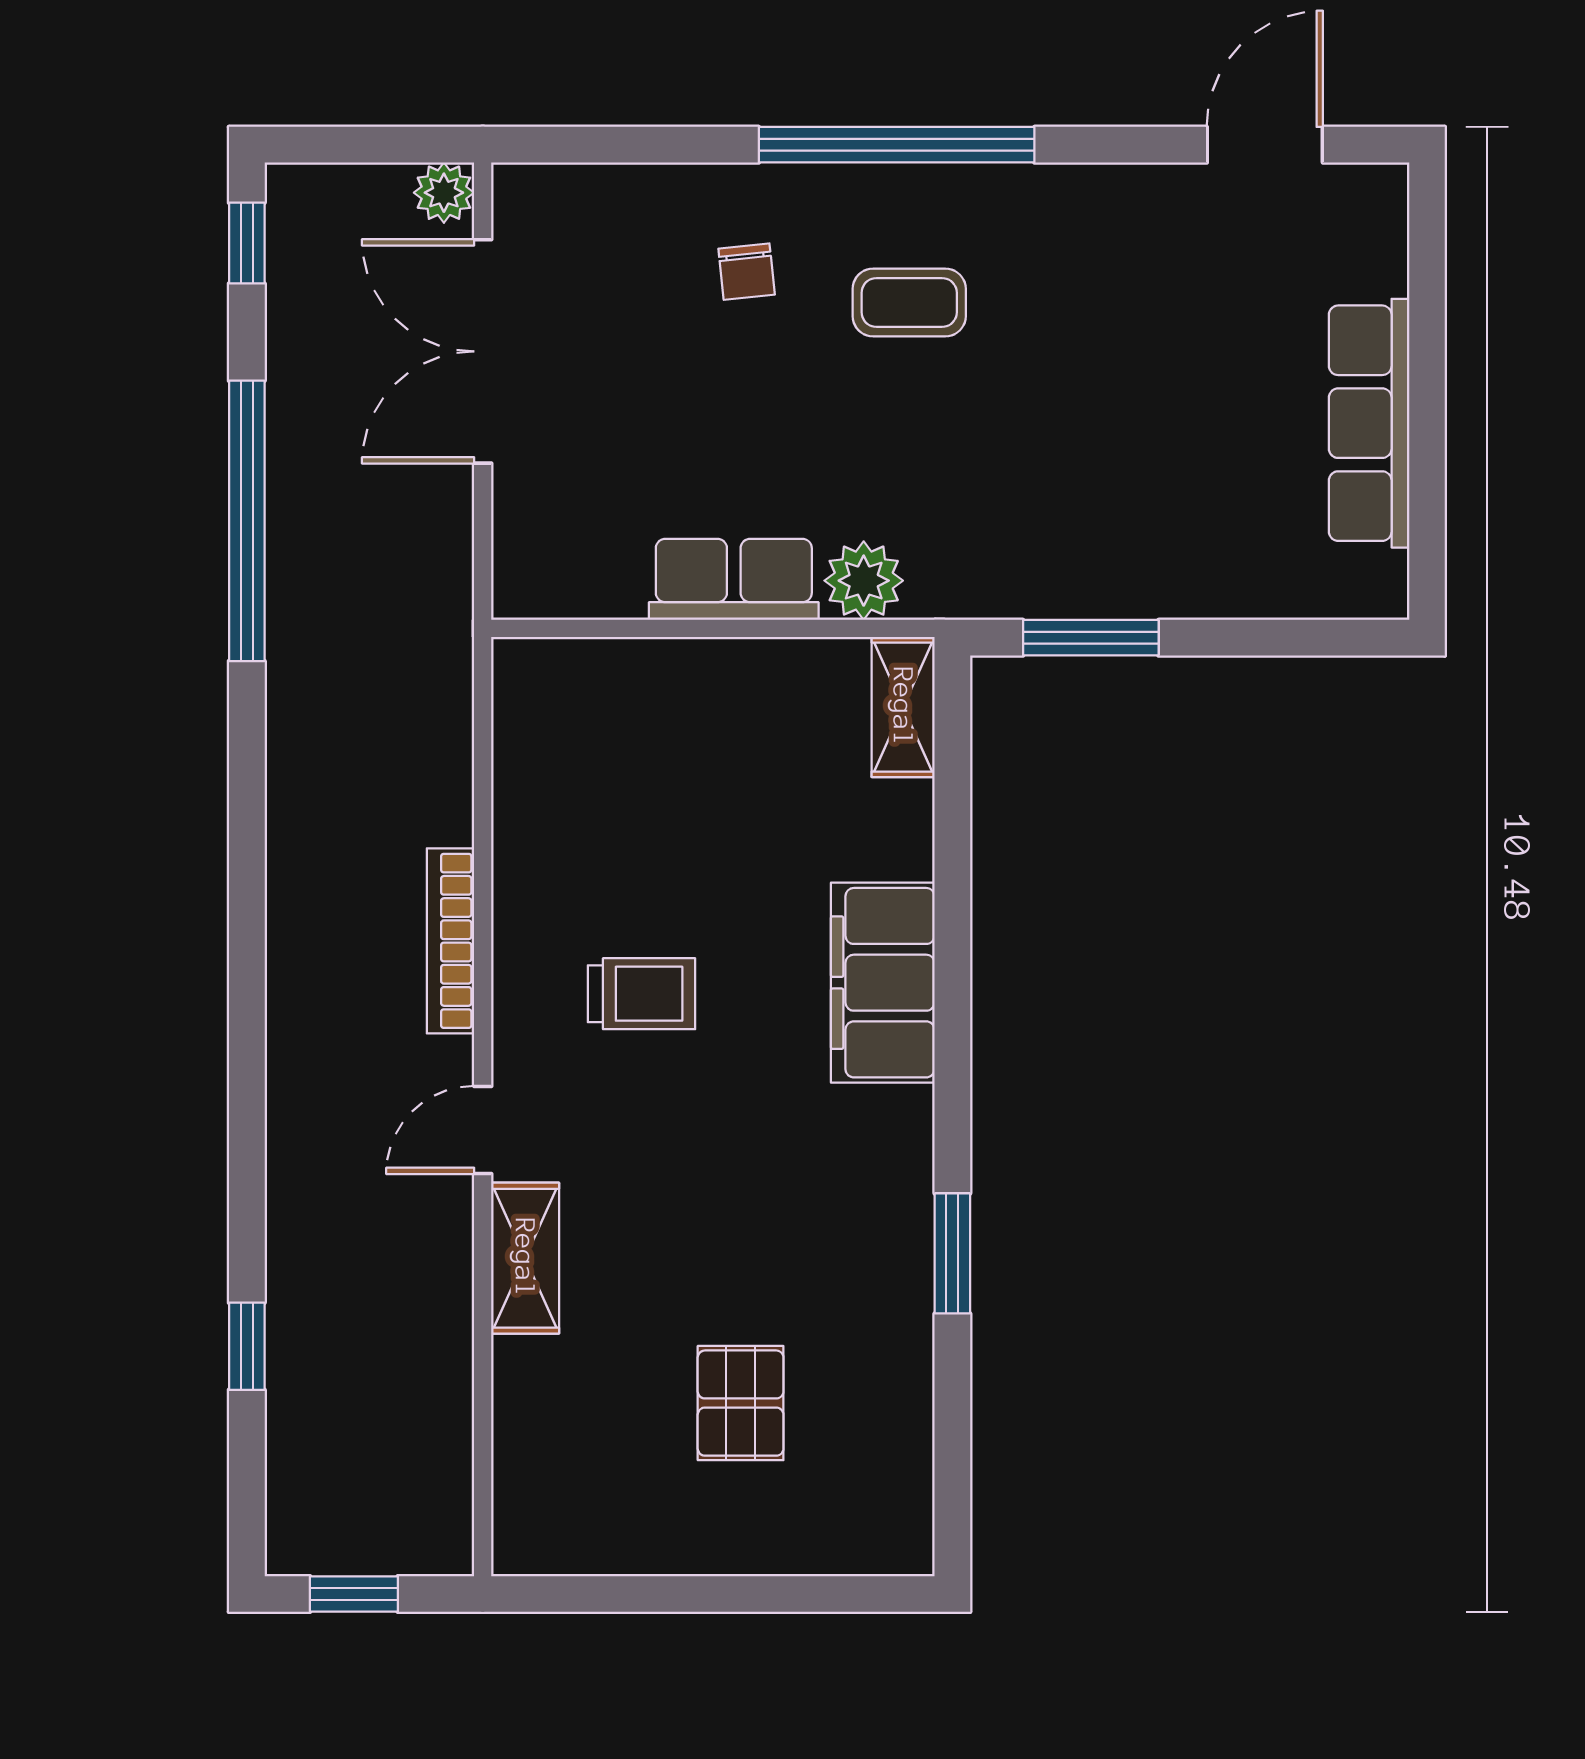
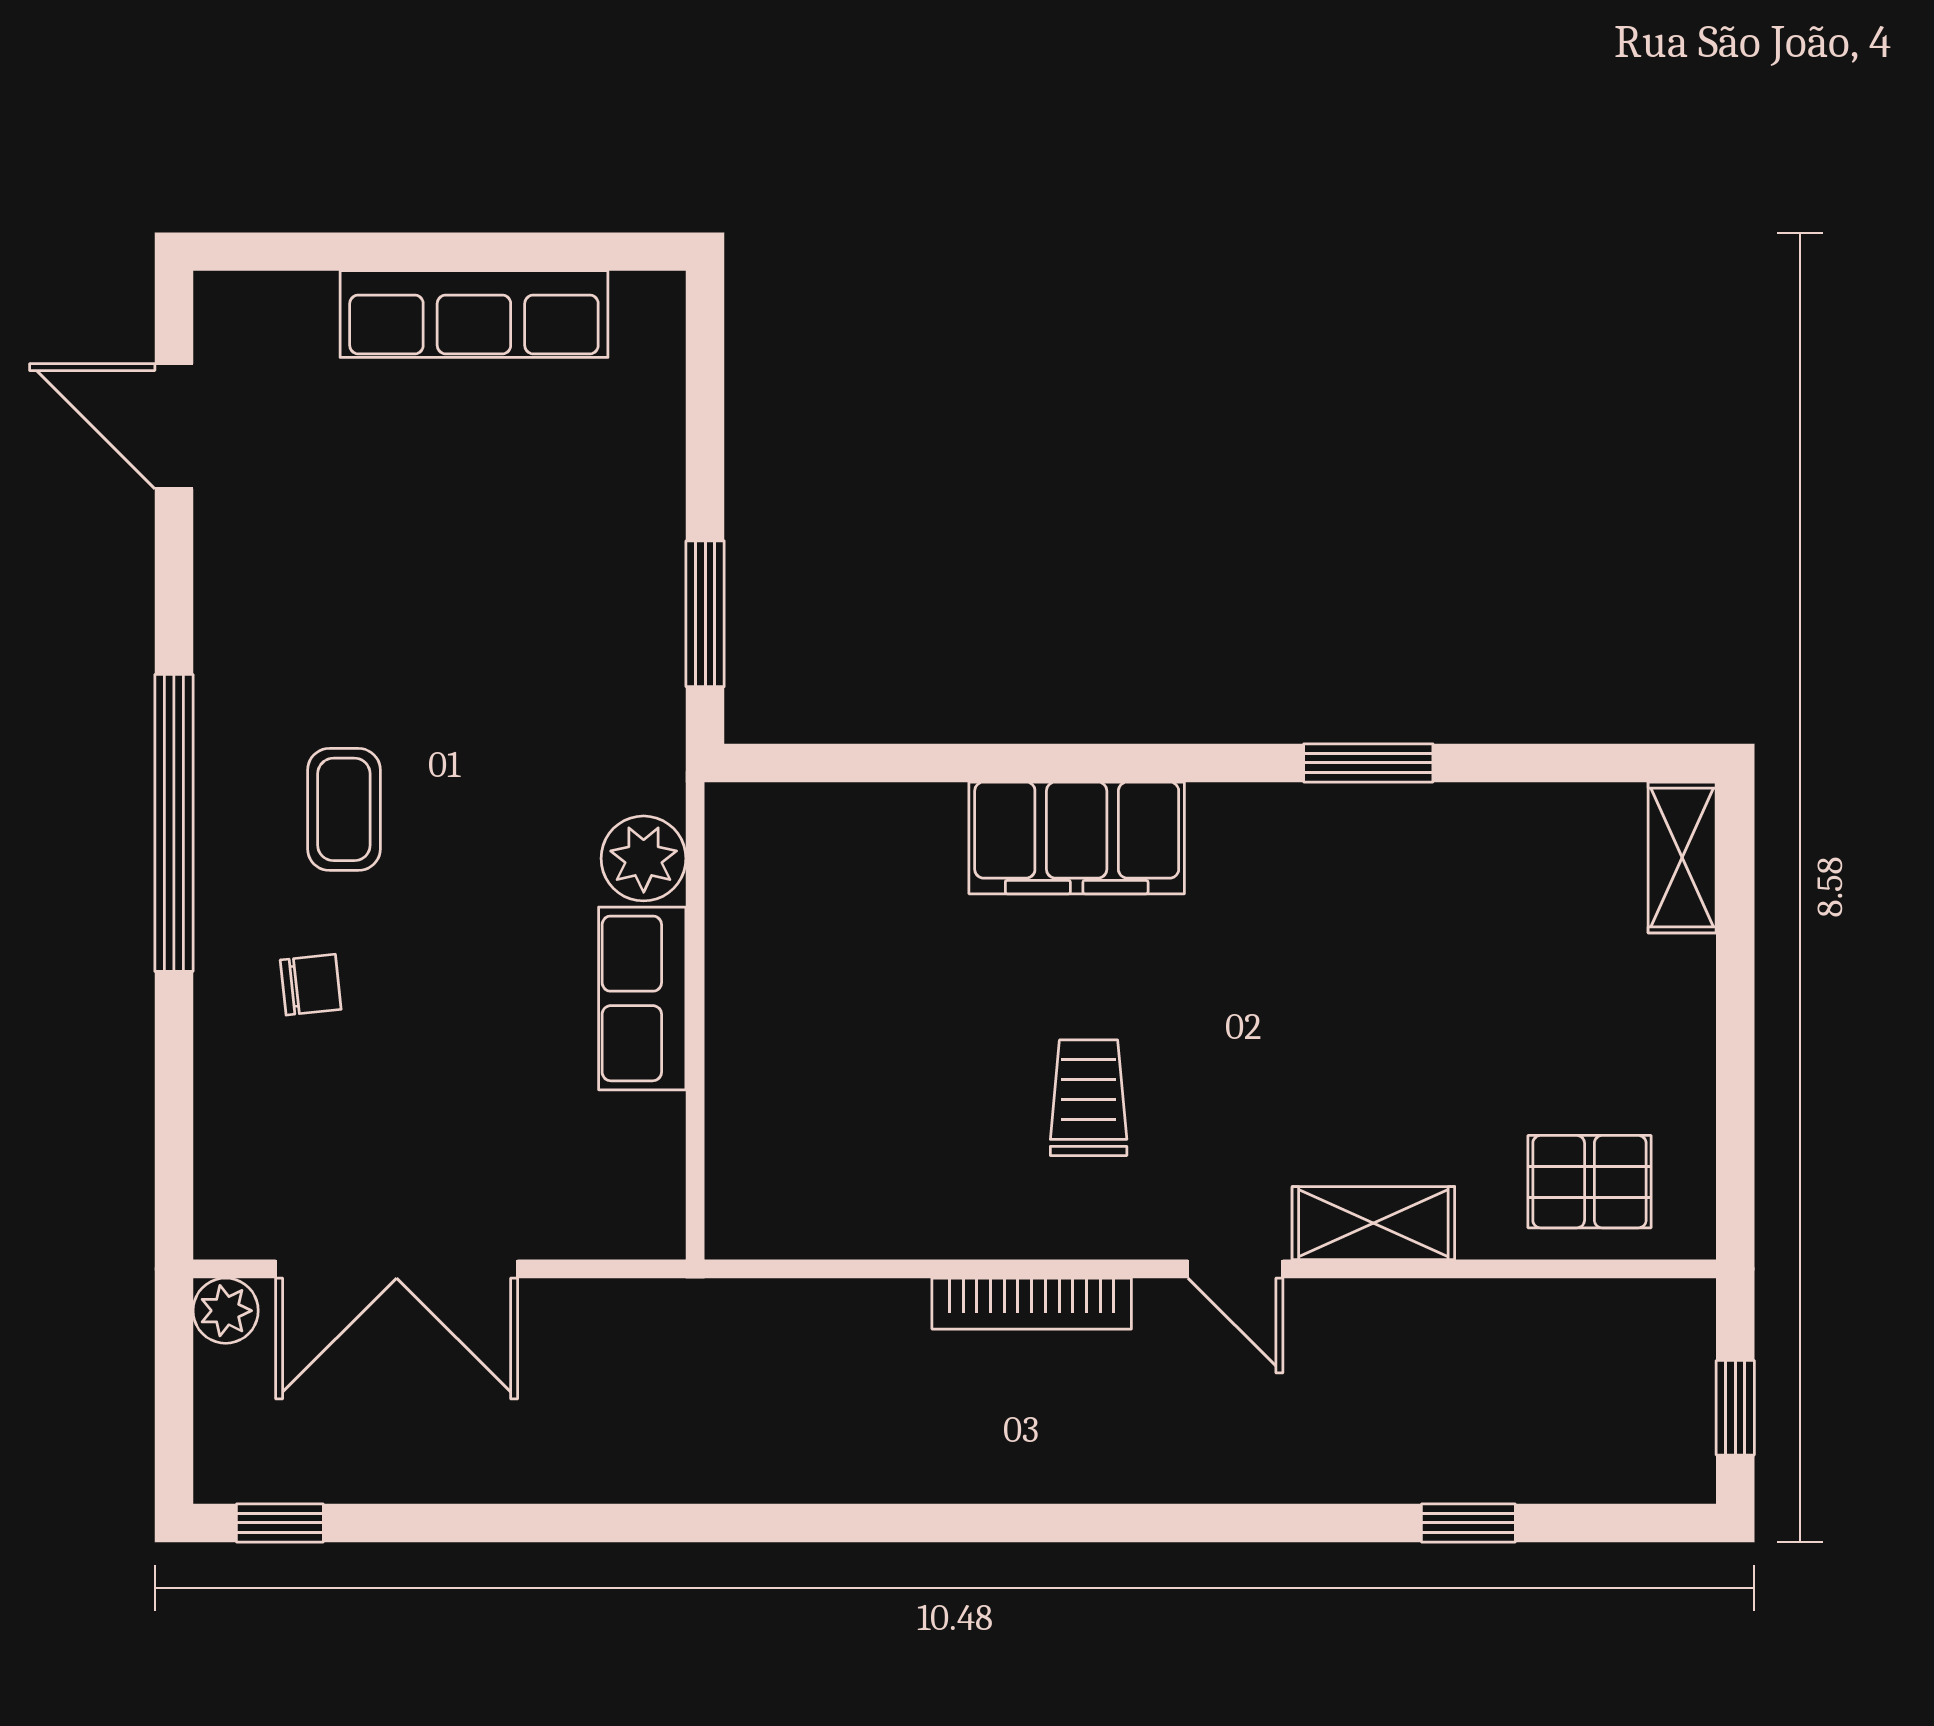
window: (247, 521) -> (579, 1523), removed
shelving: (903, 707) -> (1682, 858), moved, turned 90
pallet: (741, 1403) -> (1589, 1182), moved

